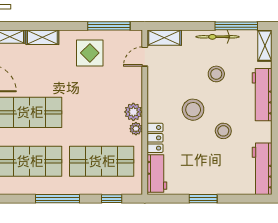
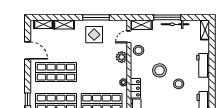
window: (109, 26) -> (96, 17), moved
window: (236, 26) -> (167, 17), moved
stool: (216, 74) -> (139, 50), moved
workbench: (262, 95) -> (203, 65), width x0.73
plant: (133, 112) -> (122, 57), moved

